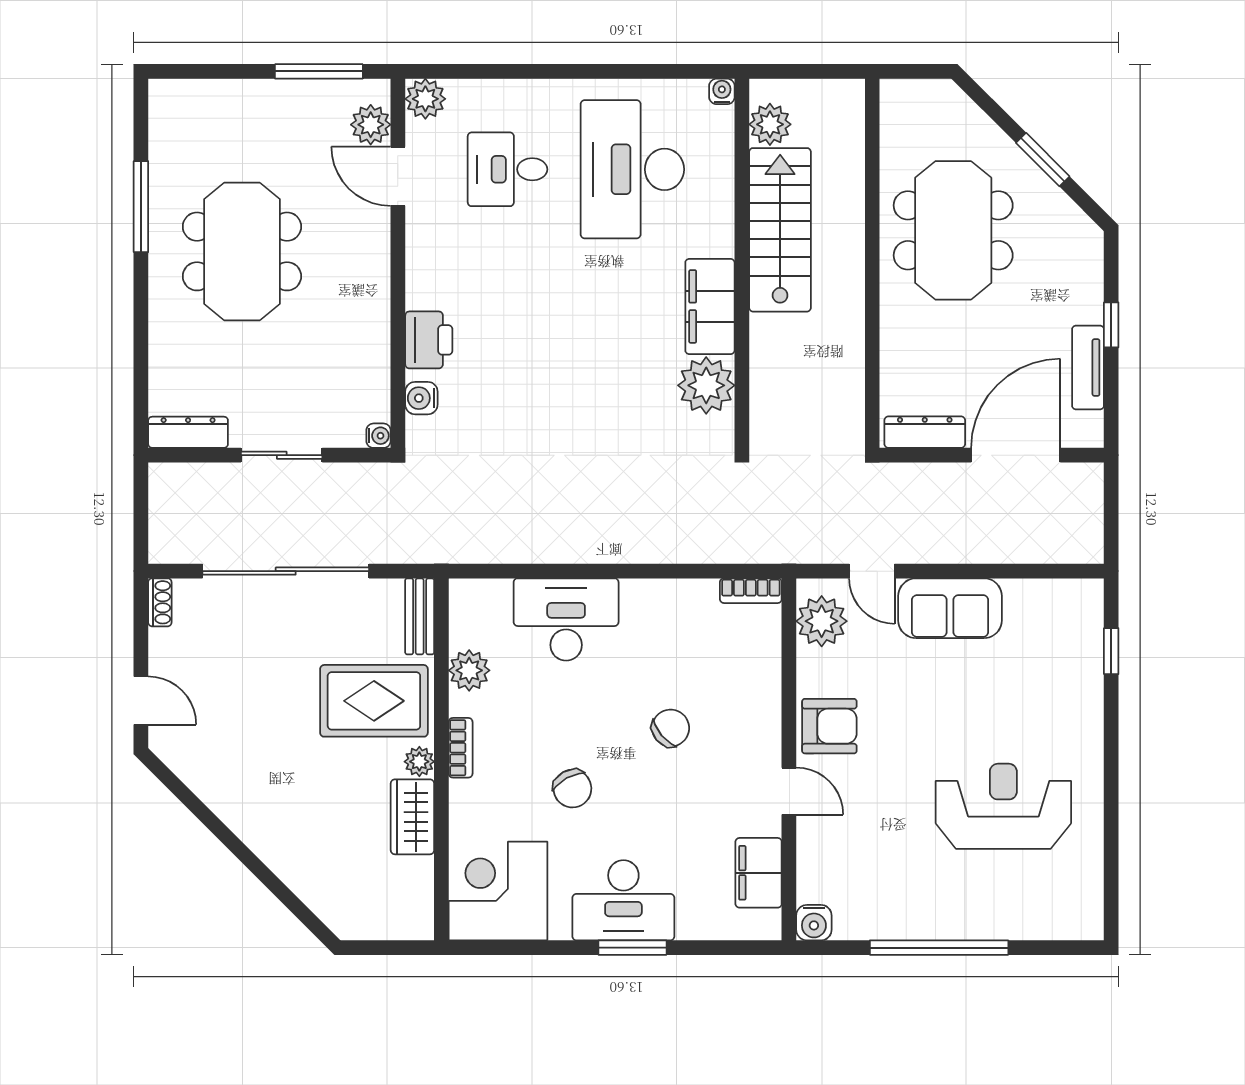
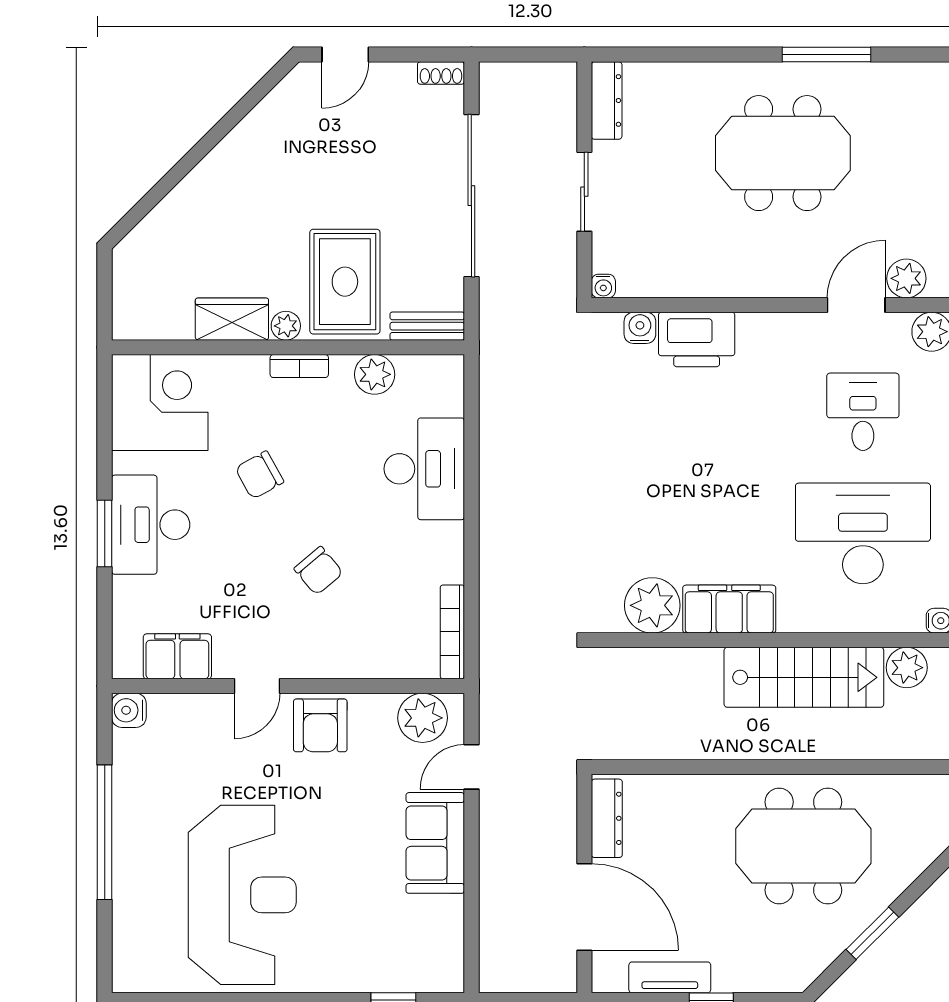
printer: (429, 340) -> (697, 339), width x1.37, depth x1.19
bookcase: (751, 591) -> (452, 632), width x1.56
reception desk: (1003, 806) -> (242, 895), width x1.36, depth x1.30

